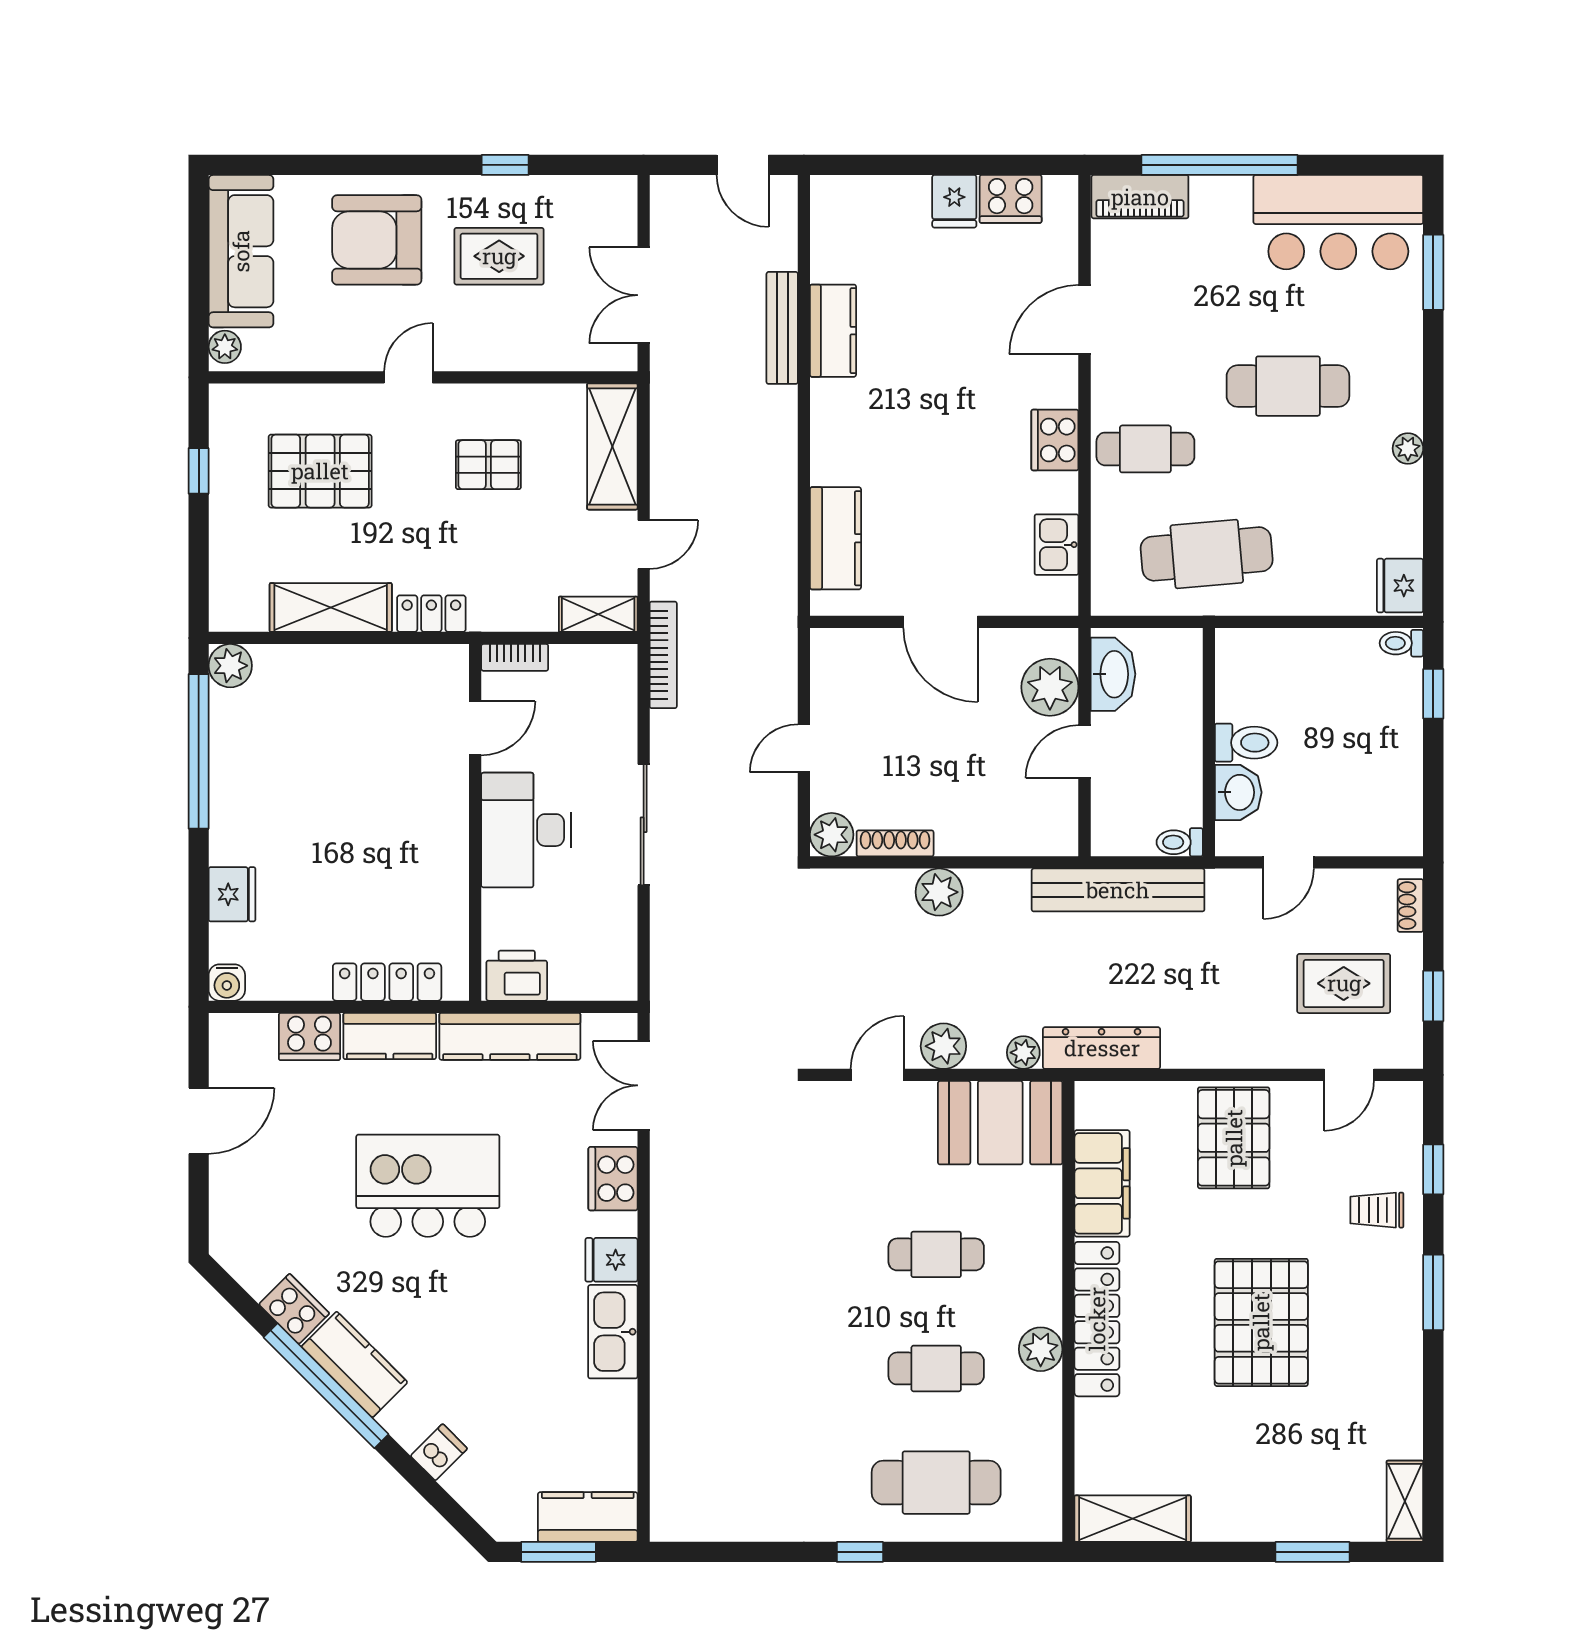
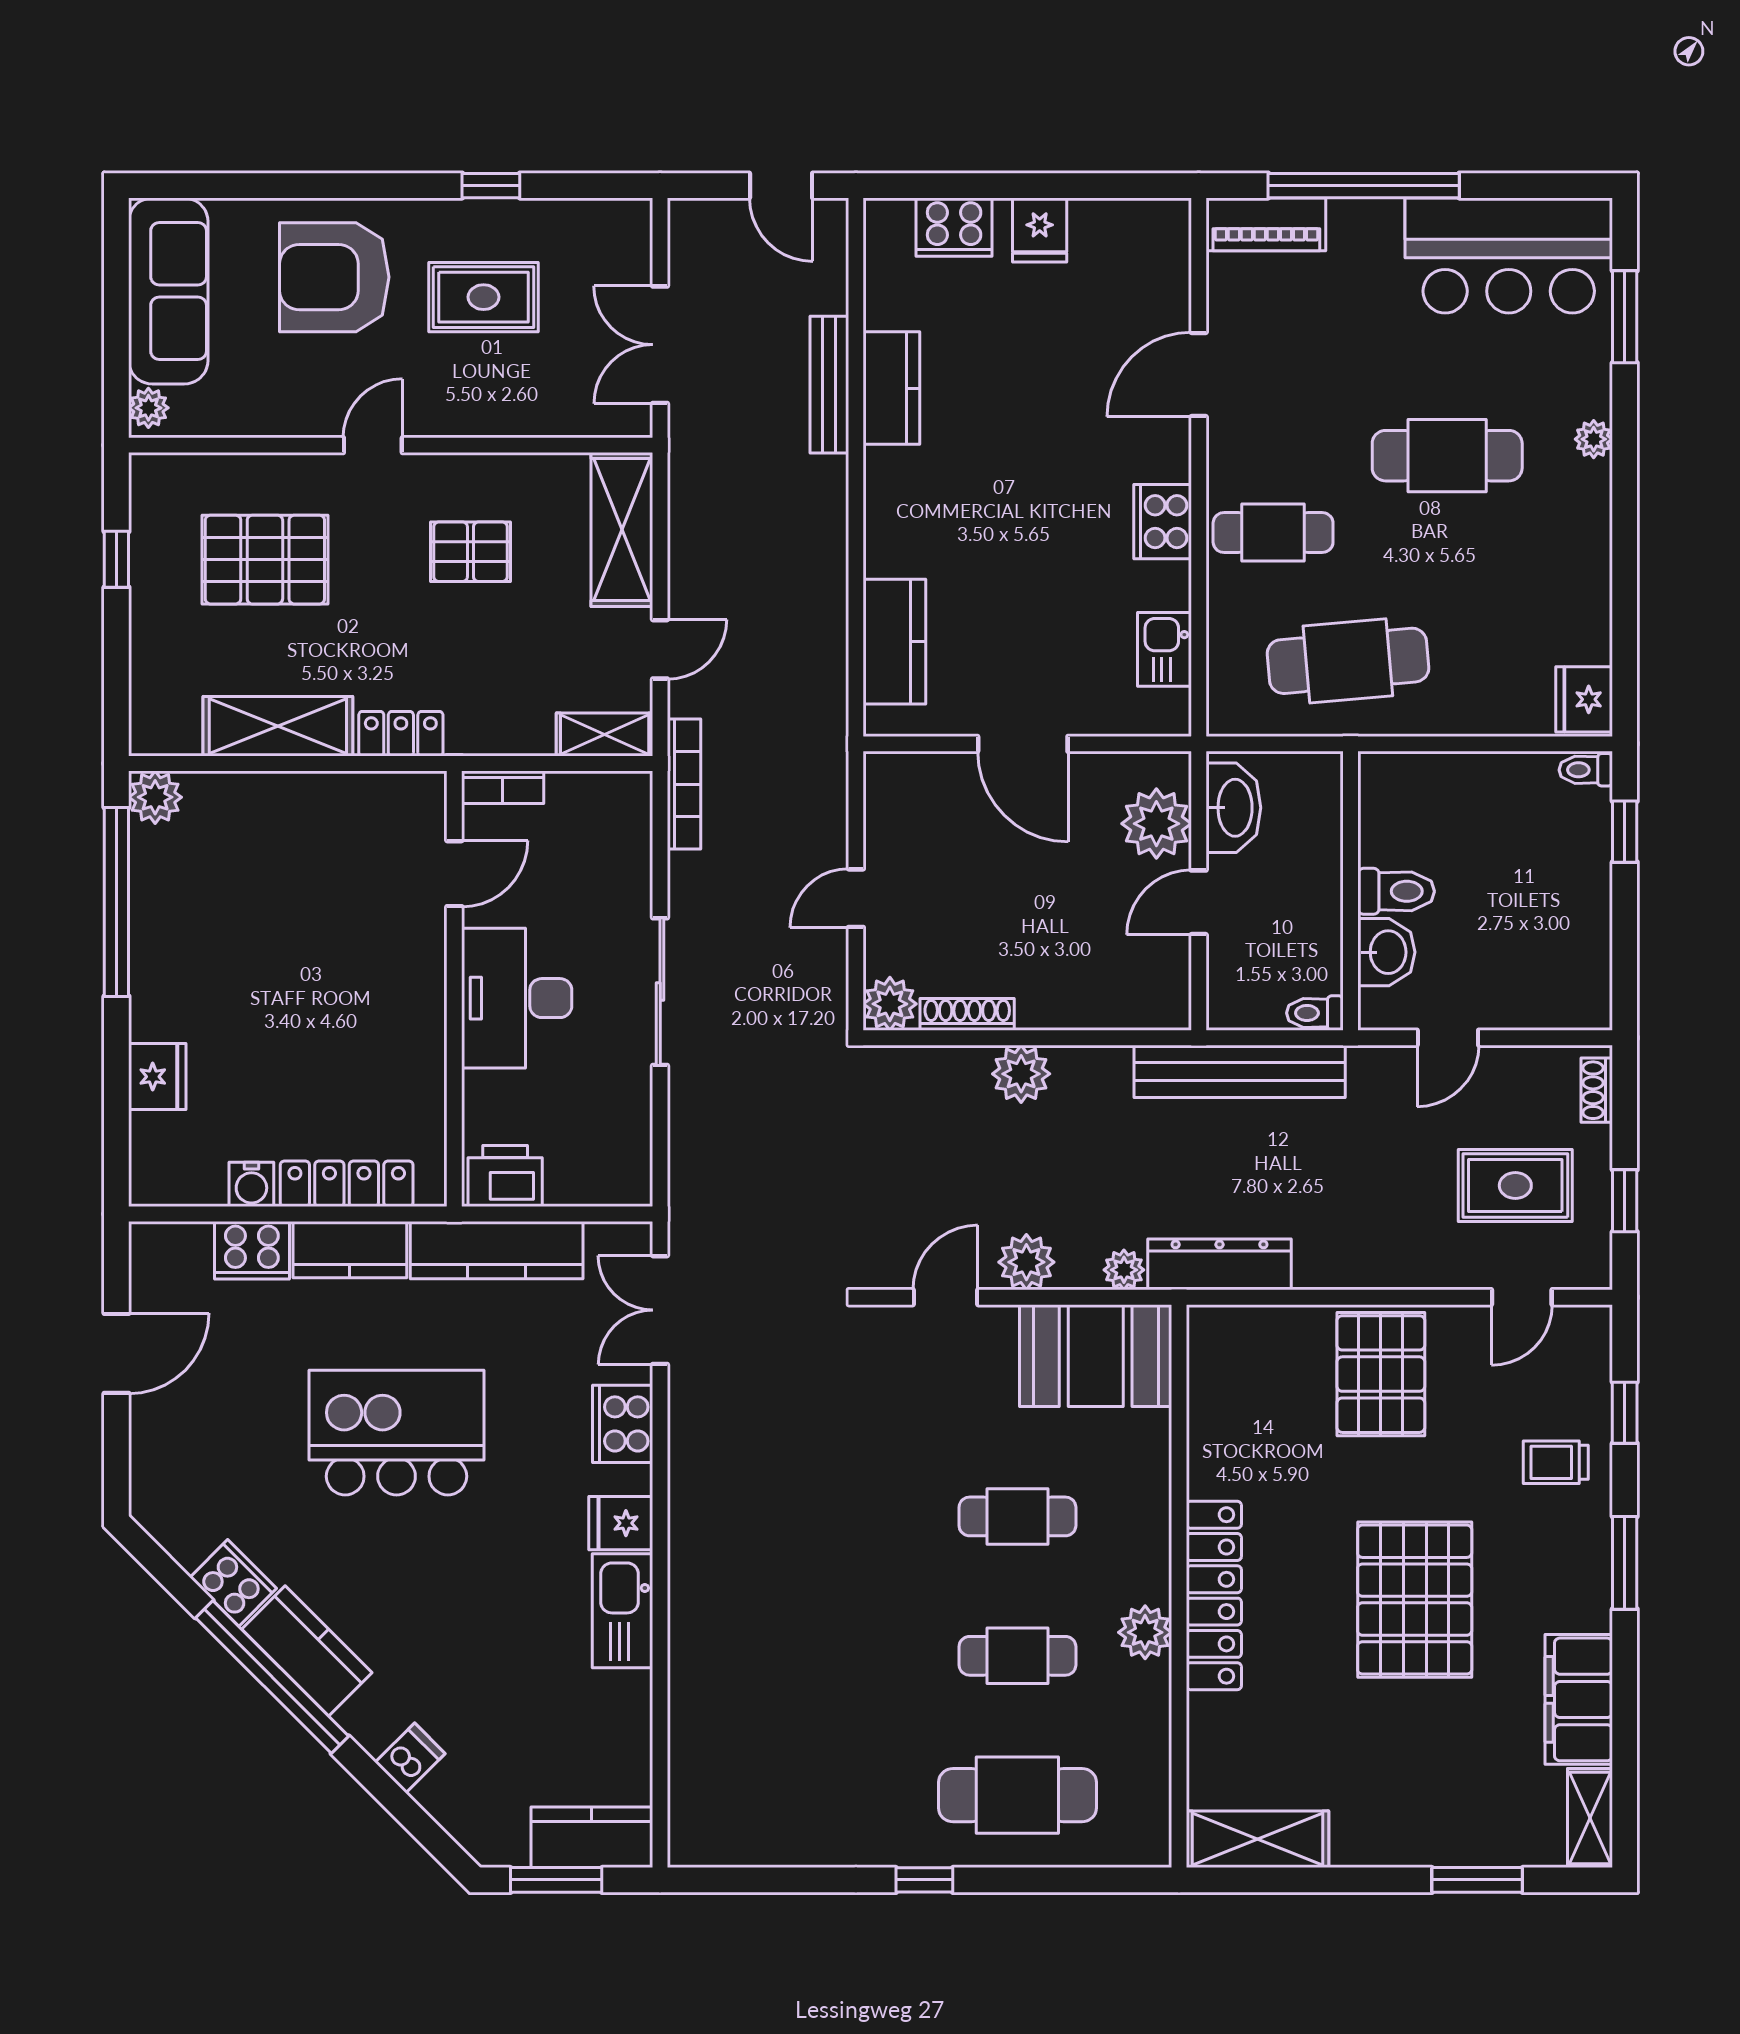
cooker: (1011, 199) -> (954, 227), moved
plant: (1408, 448) -> (1594, 439), moved
water cooler: (227, 983) -> (251, 1184), moved
filing cabinet: (1102, 1183) -> (1579, 1699), moved, turned 180

